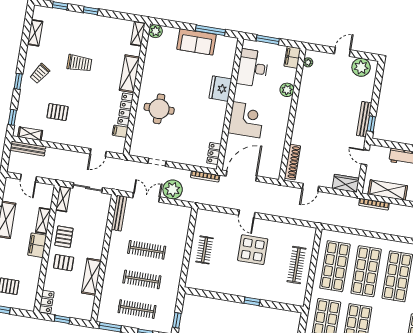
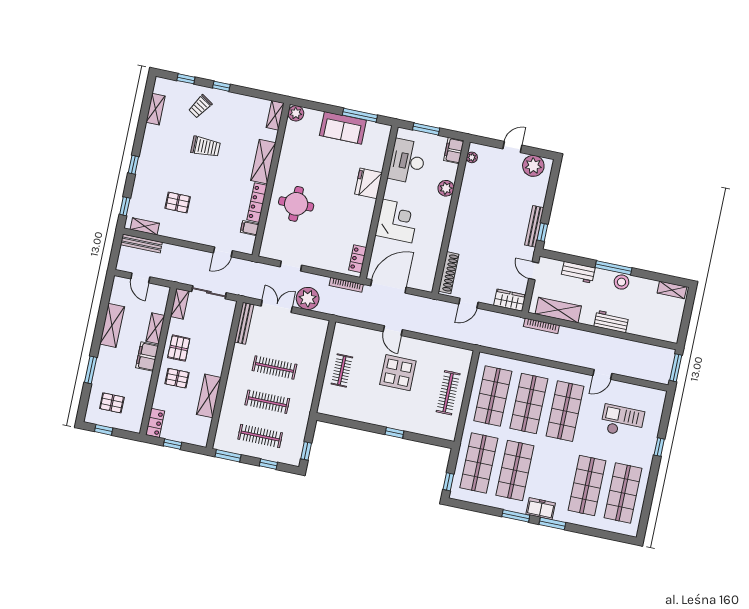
trolley: (40, 73) -> (200, 106), moved

